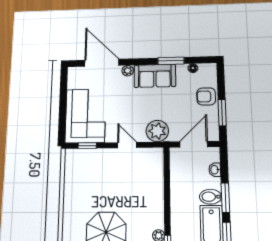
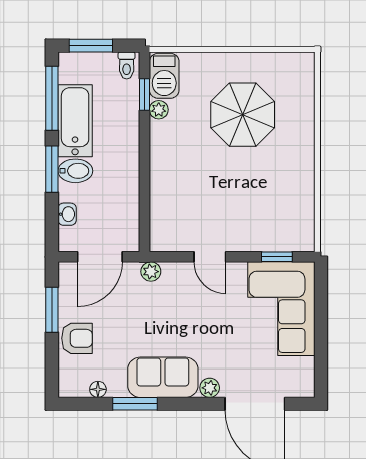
plant: (157, 131) -> (151, 272), width x0.53, depth x0.53

